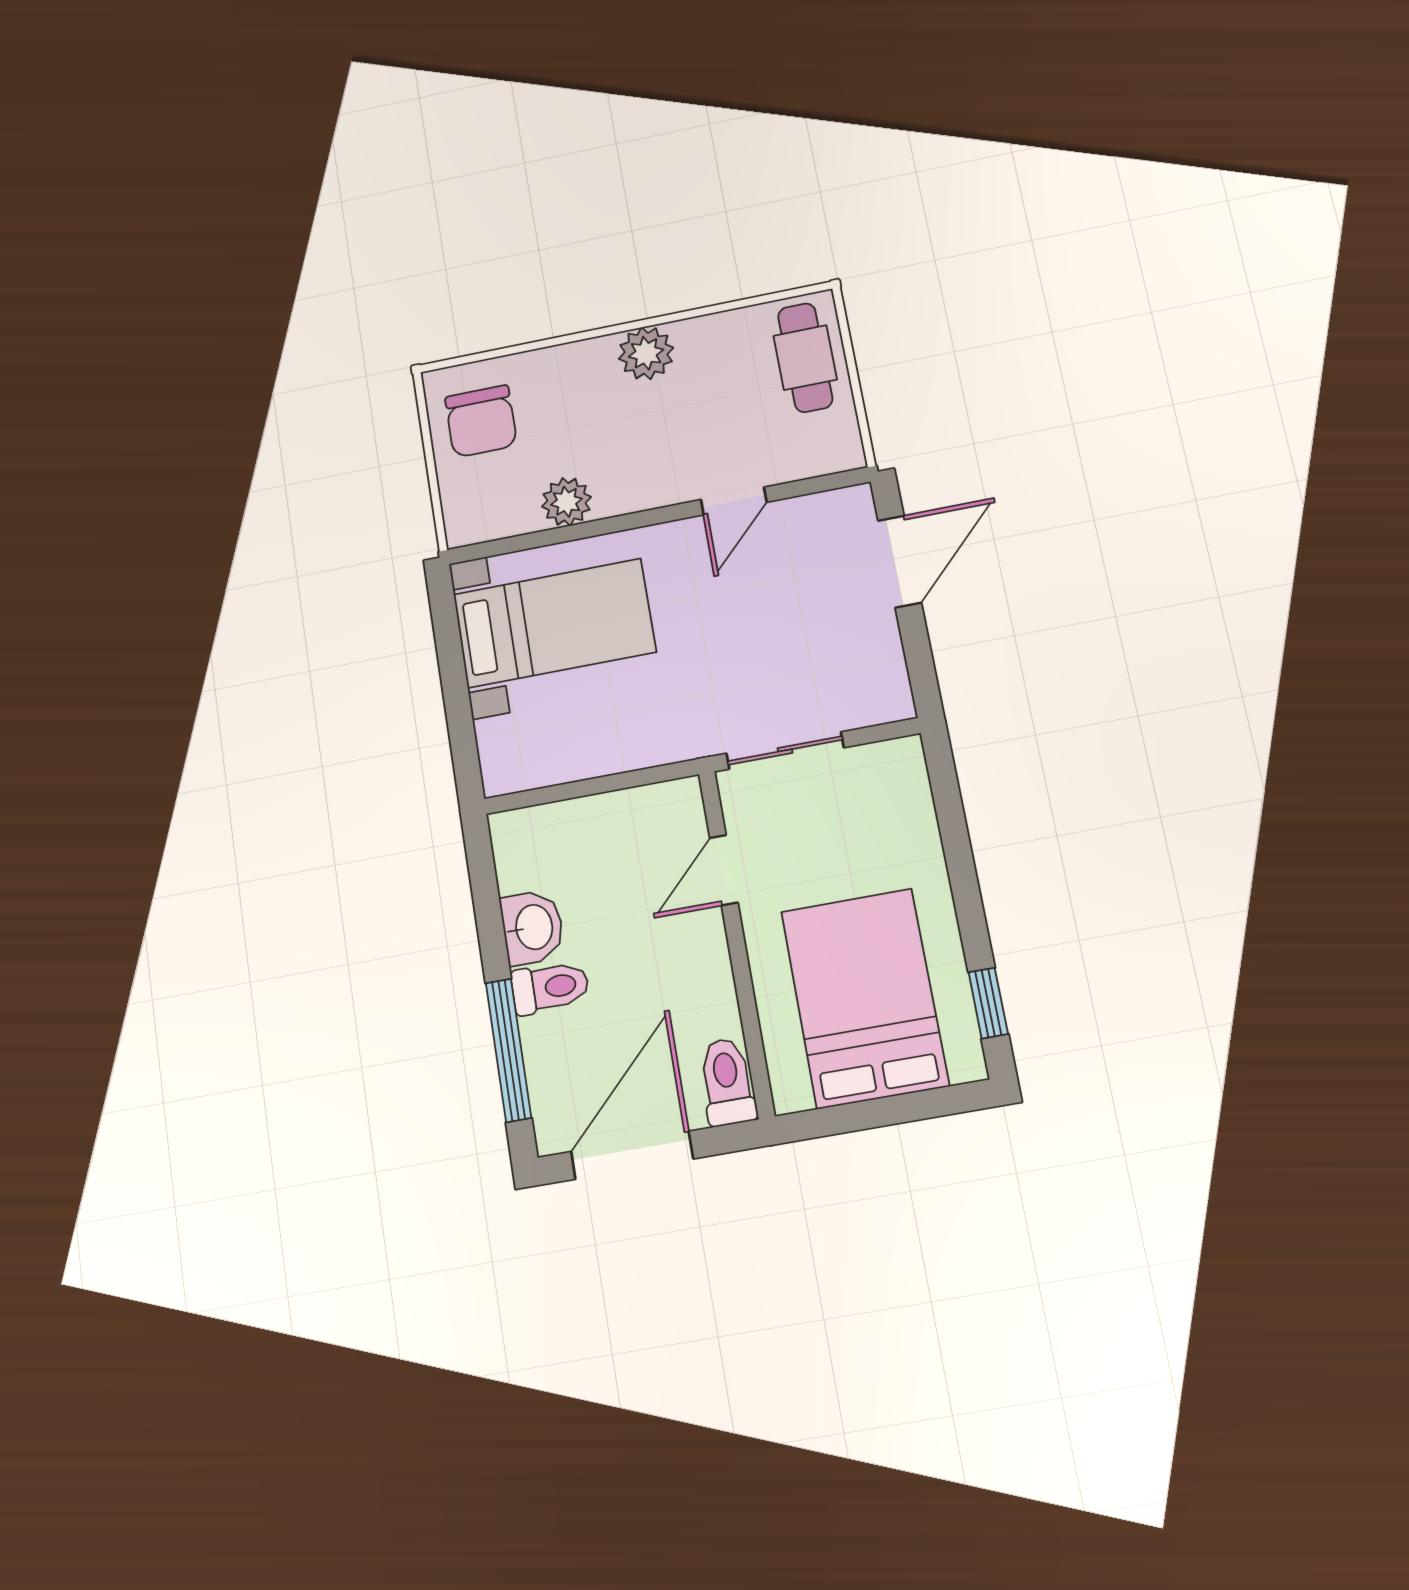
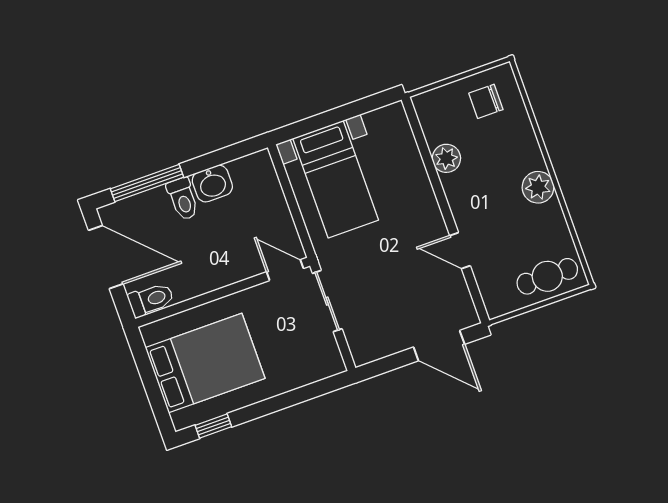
chair: (481, 421) -> (486, 101), width x0.73, depth x0.73
bed with nightstands: (554, 623) -> (336, 179), moved
door: (724, 870) -> (285, 270), moved

